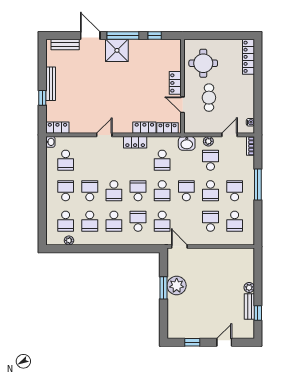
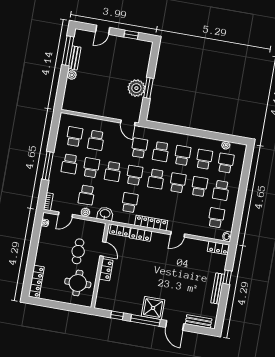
locker: (135, 142) -> (151, 223), width x1.53
school desk: (90, 191) -> (199, 187), turned 180
window: (258, 313) -> (68, 51), width x2.17

